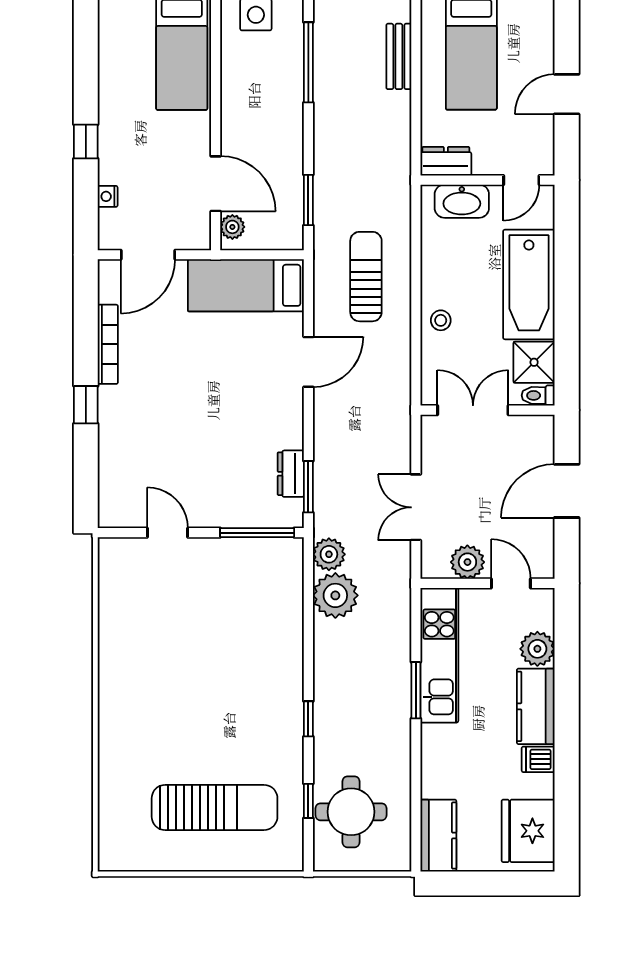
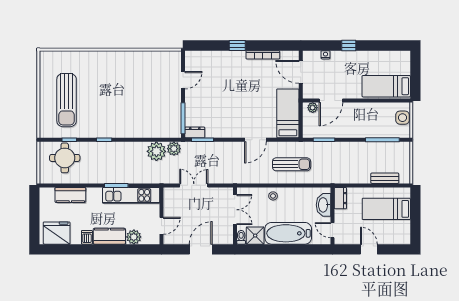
door: (308, 362) -> (255, 140), hinge flipped
dresser: (291, 474) -> (195, 132), moved
door: (567, 491) -> (201, 249), hinge flipped
plant: (467, 562) -> (171, 207), removed
kitchen counter: (438, 836) -> (70, 195), moved

